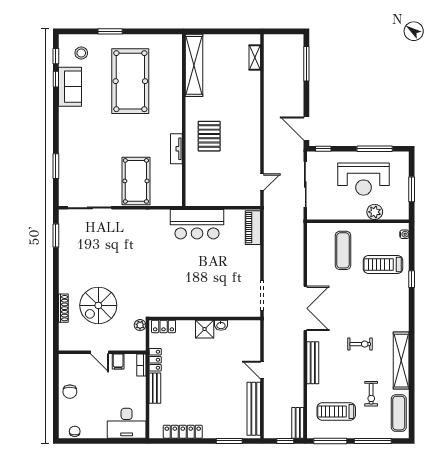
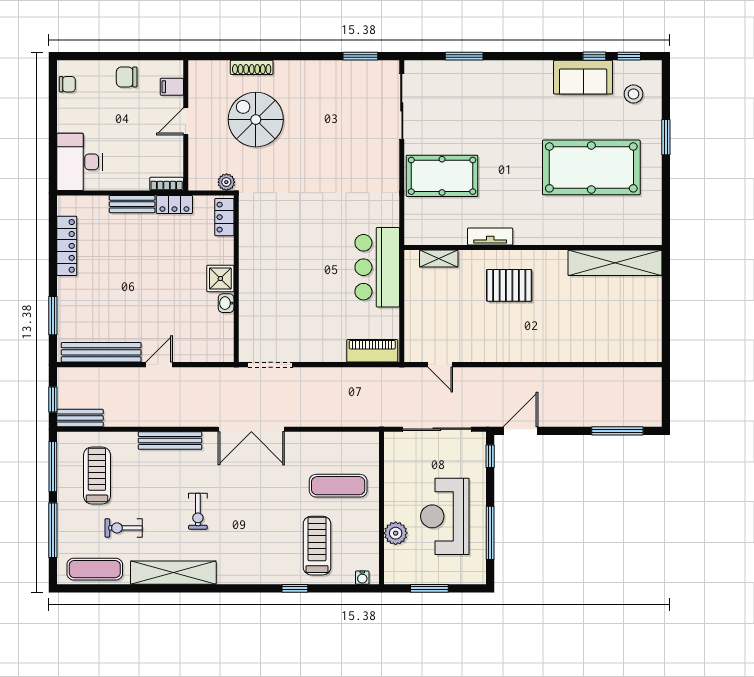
shelving: (255, 57) -> (439, 258), moved
filing cabinet: (118, 361) -> (172, 87), moved

